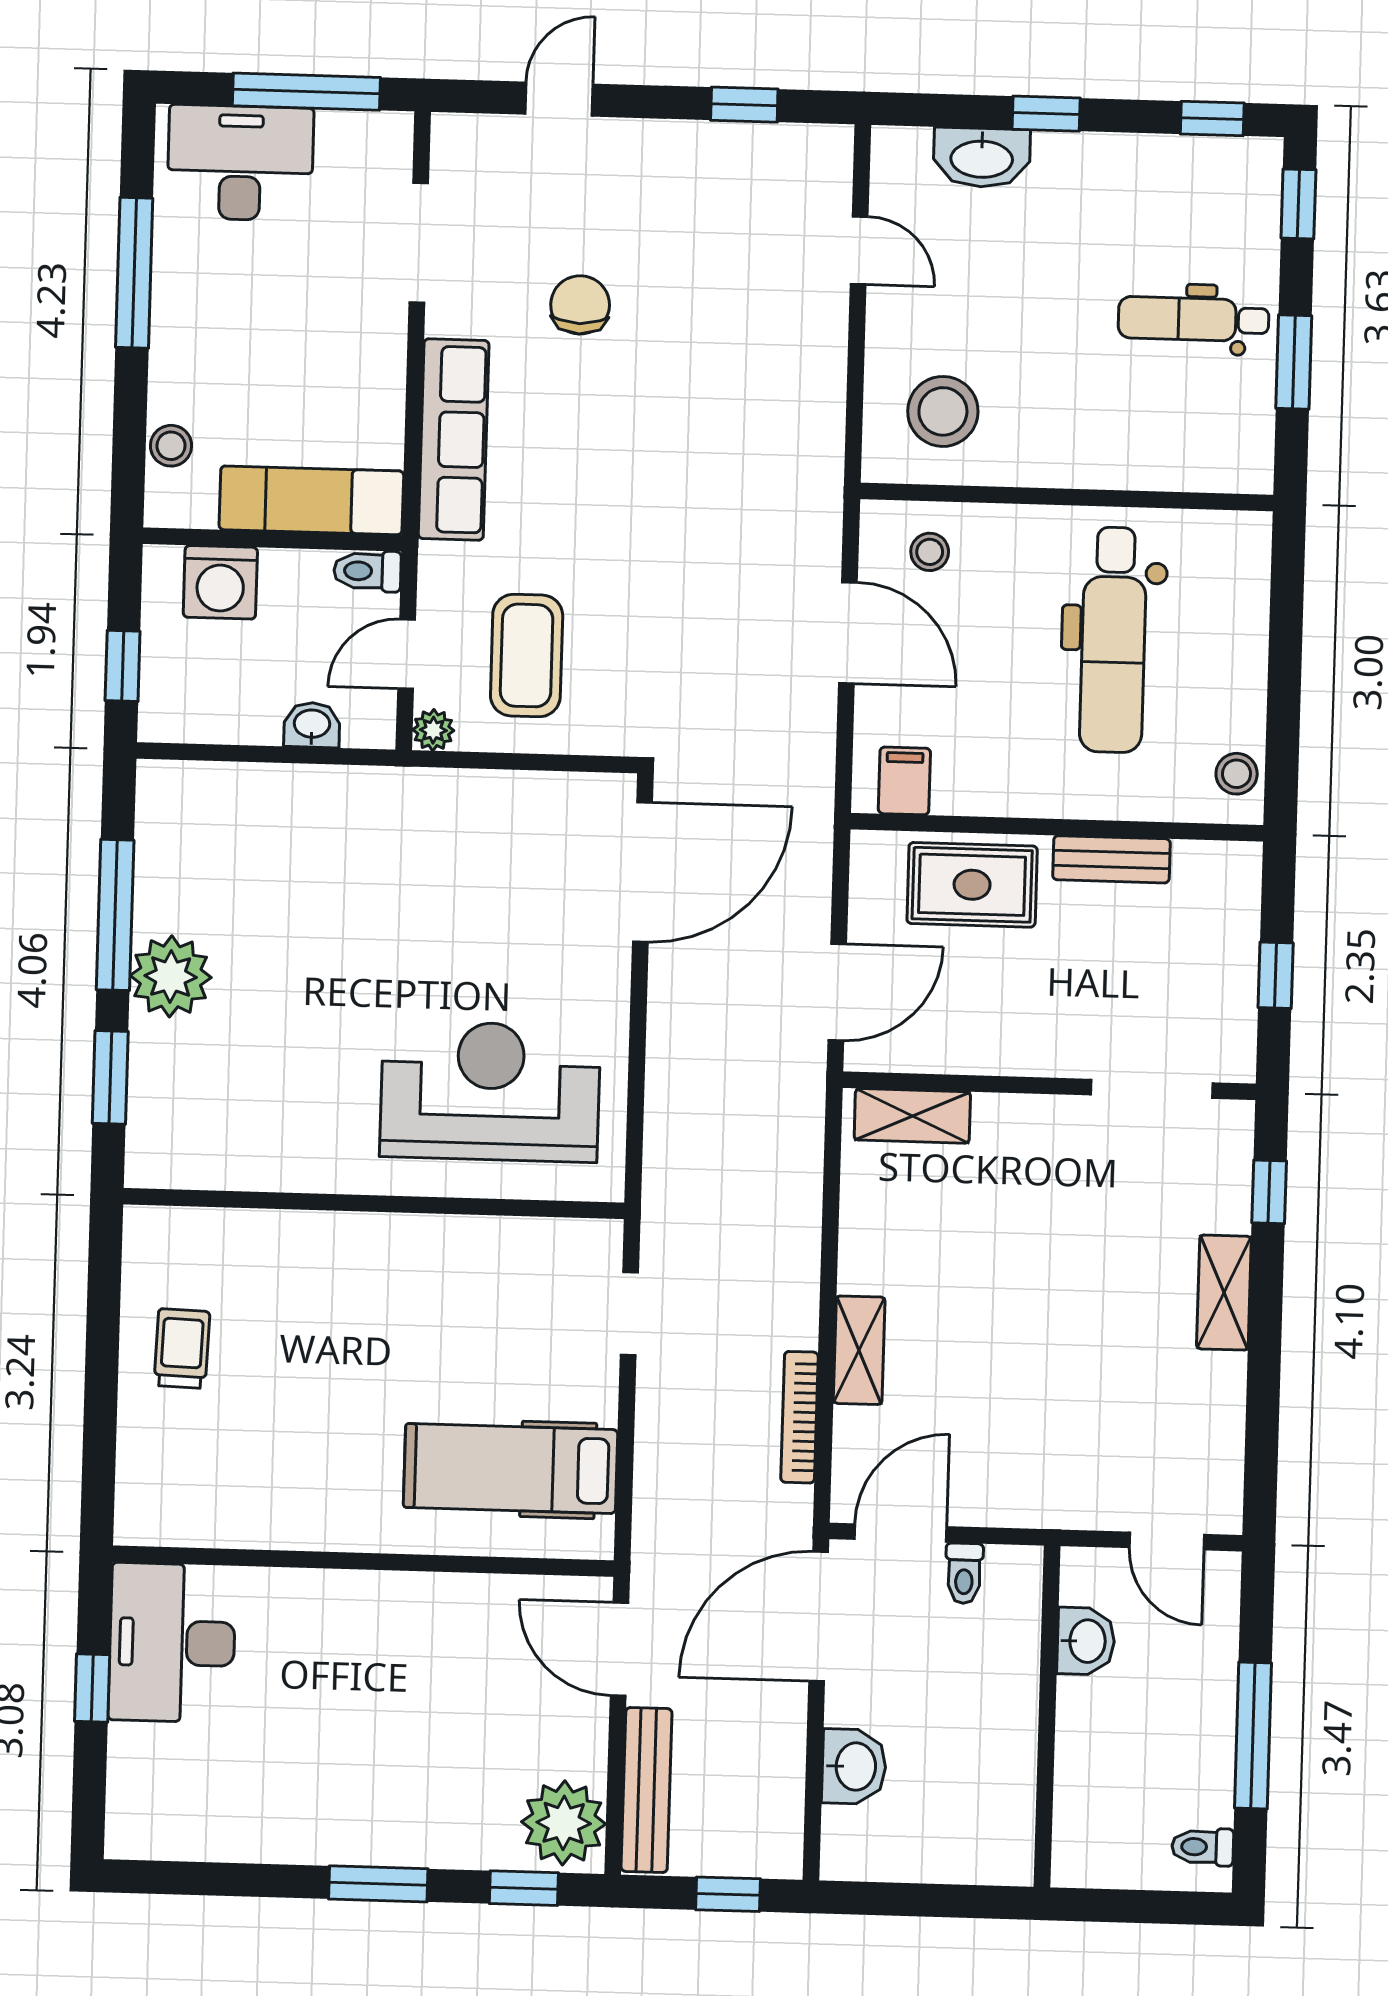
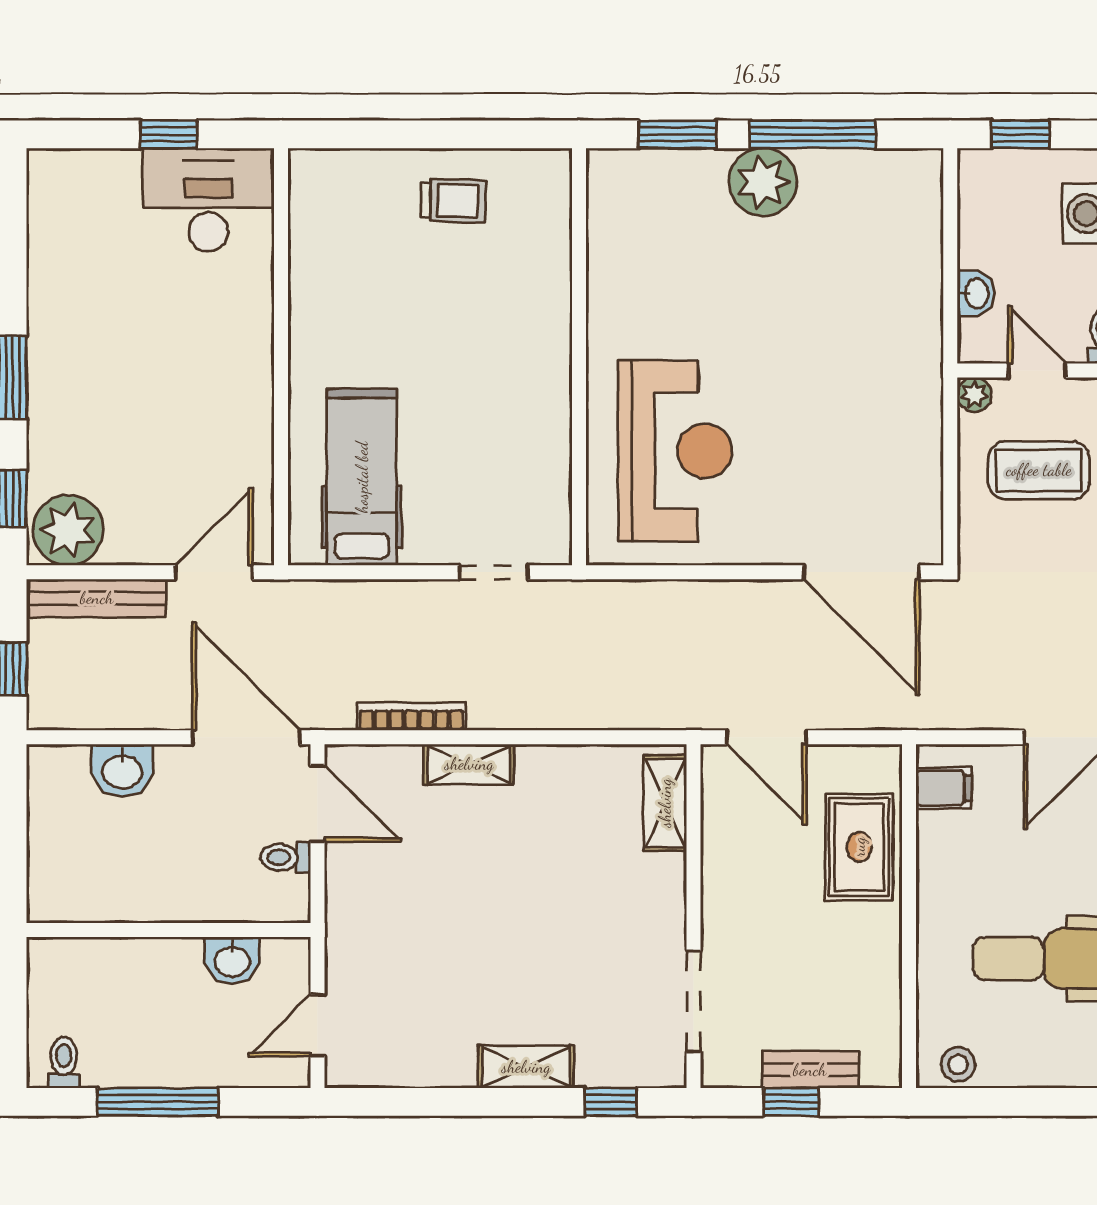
bench: (1111, 859) -> (810, 1070), moved, turned 90

